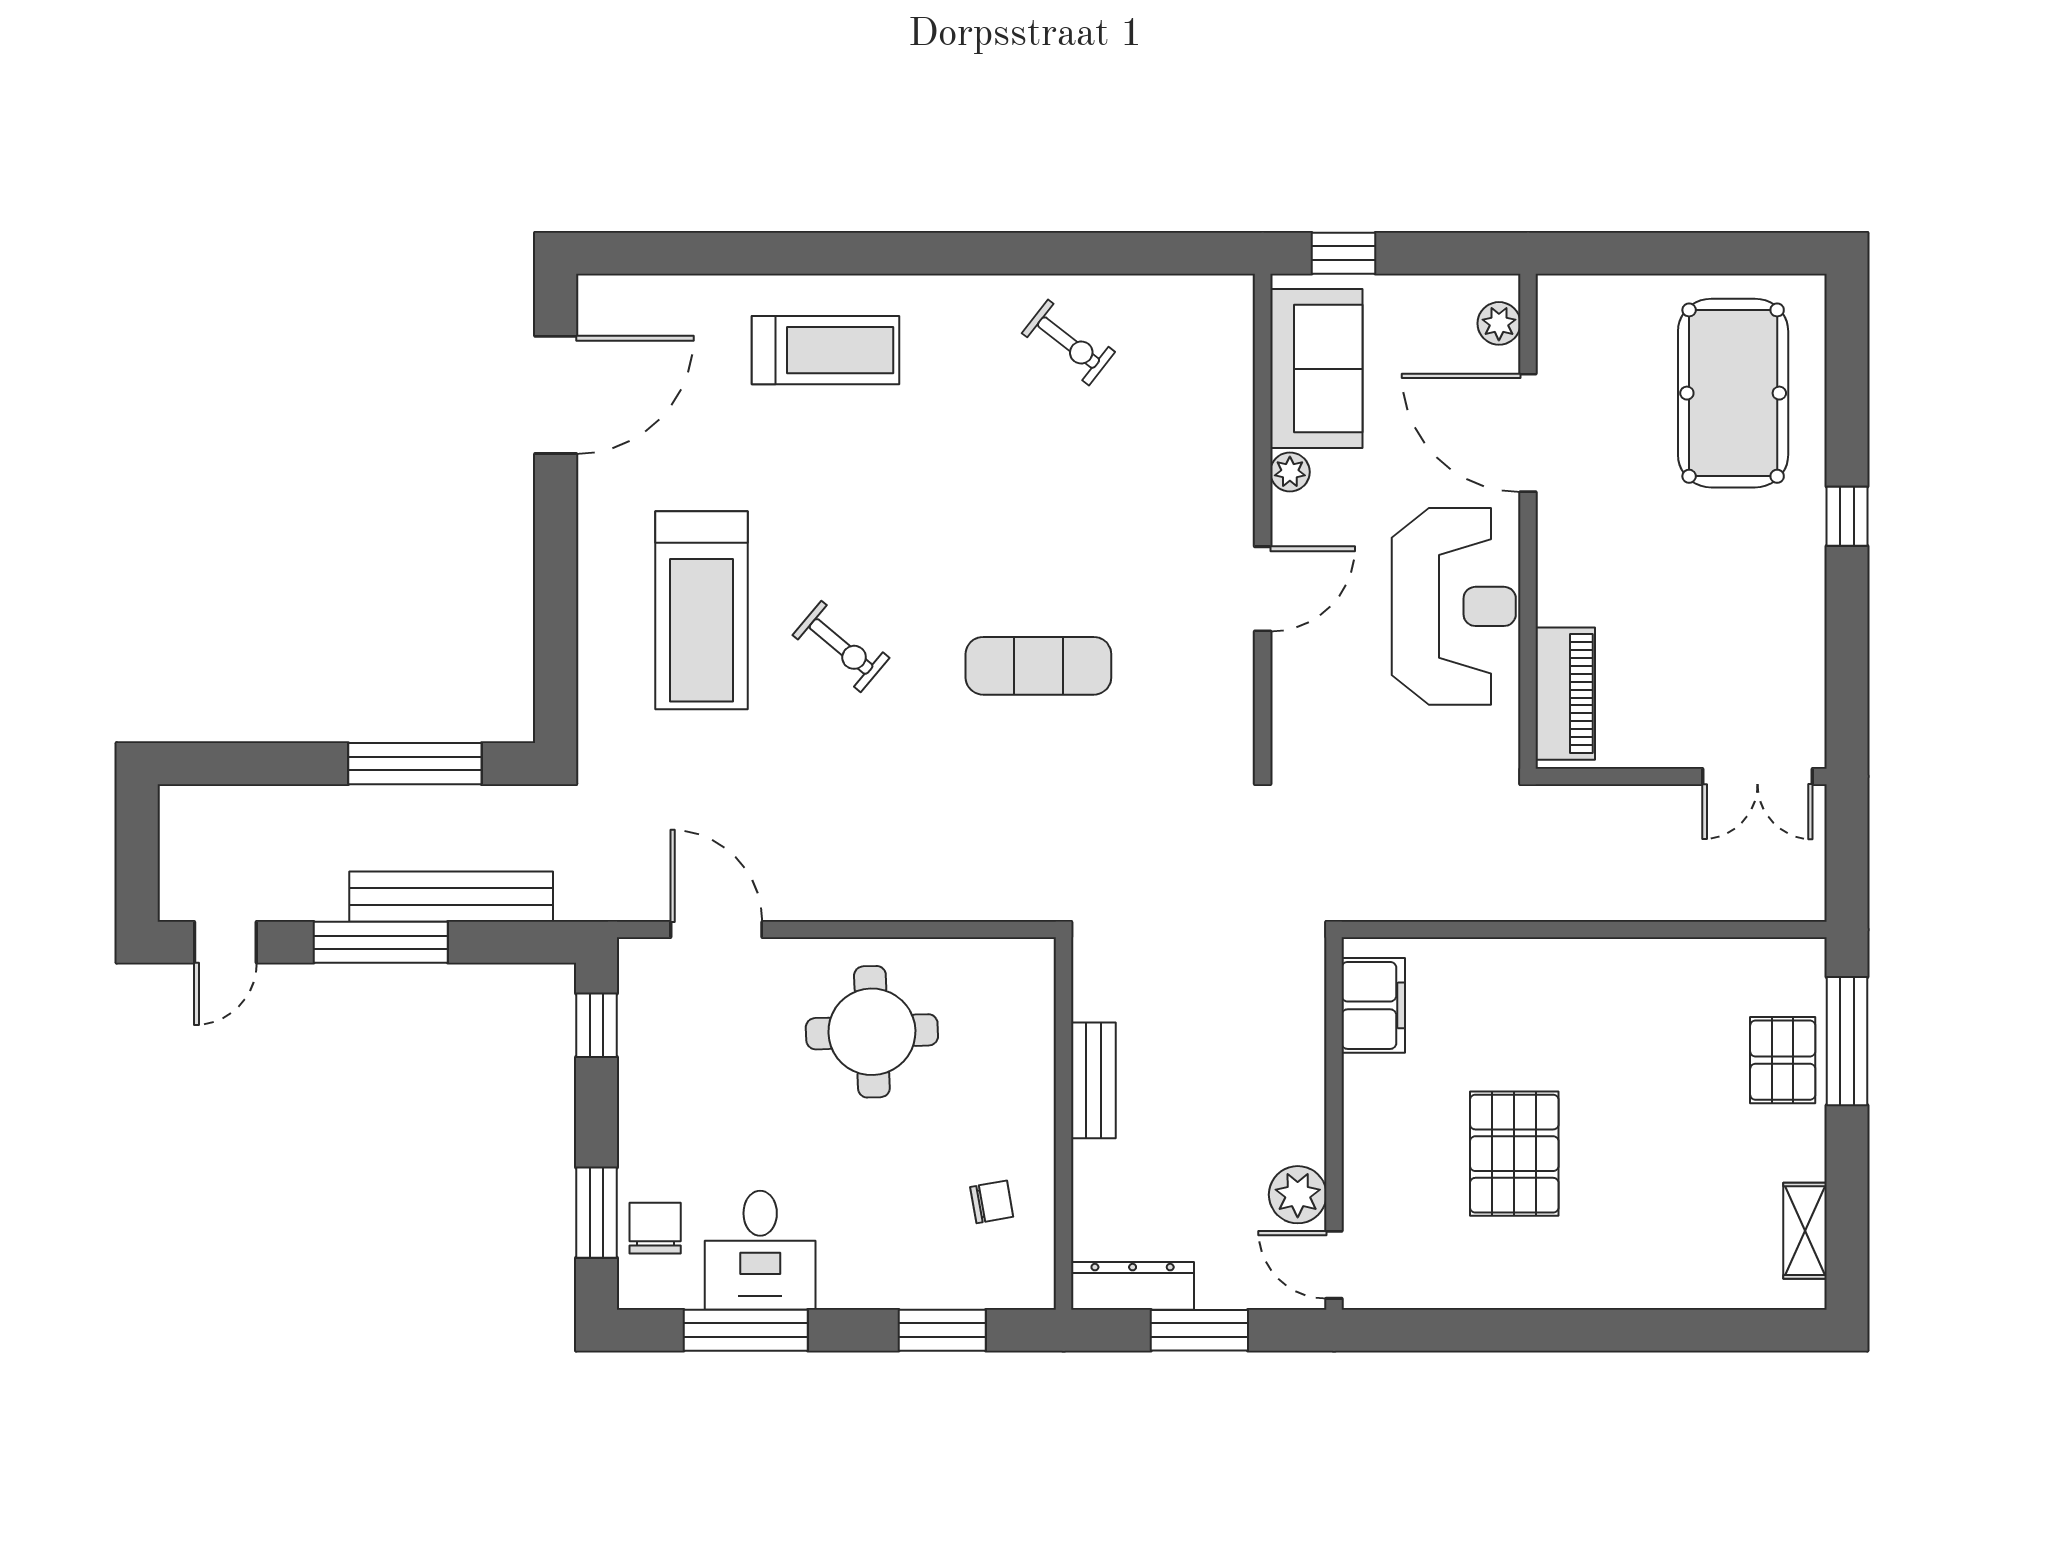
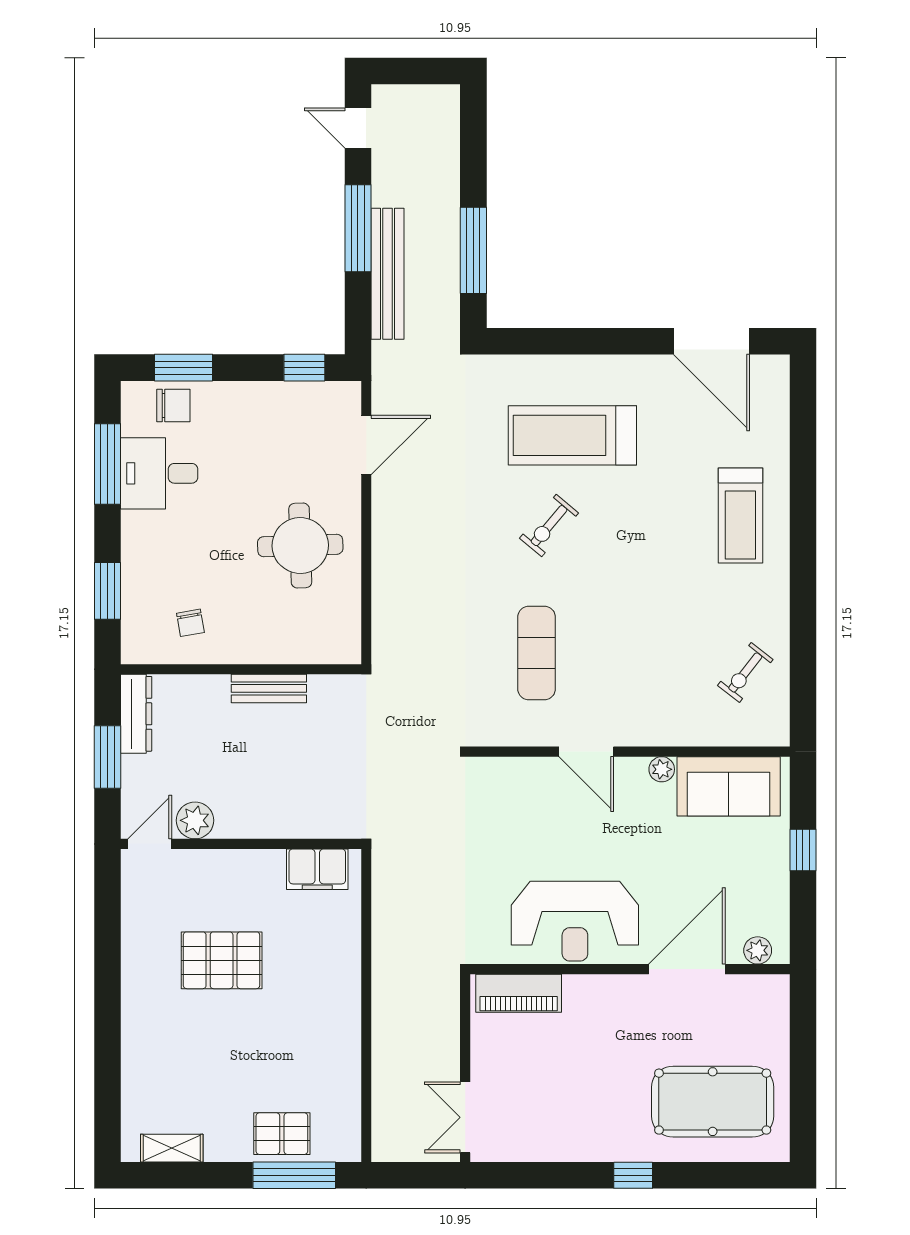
sofa: (1316, 369) -> (729, 786), moved
plant: (1290, 472) -> (662, 769), moved
wall: (1263, 521) -> (630, 752), moved
door: (1263, 589) -> (586, 752), moved

